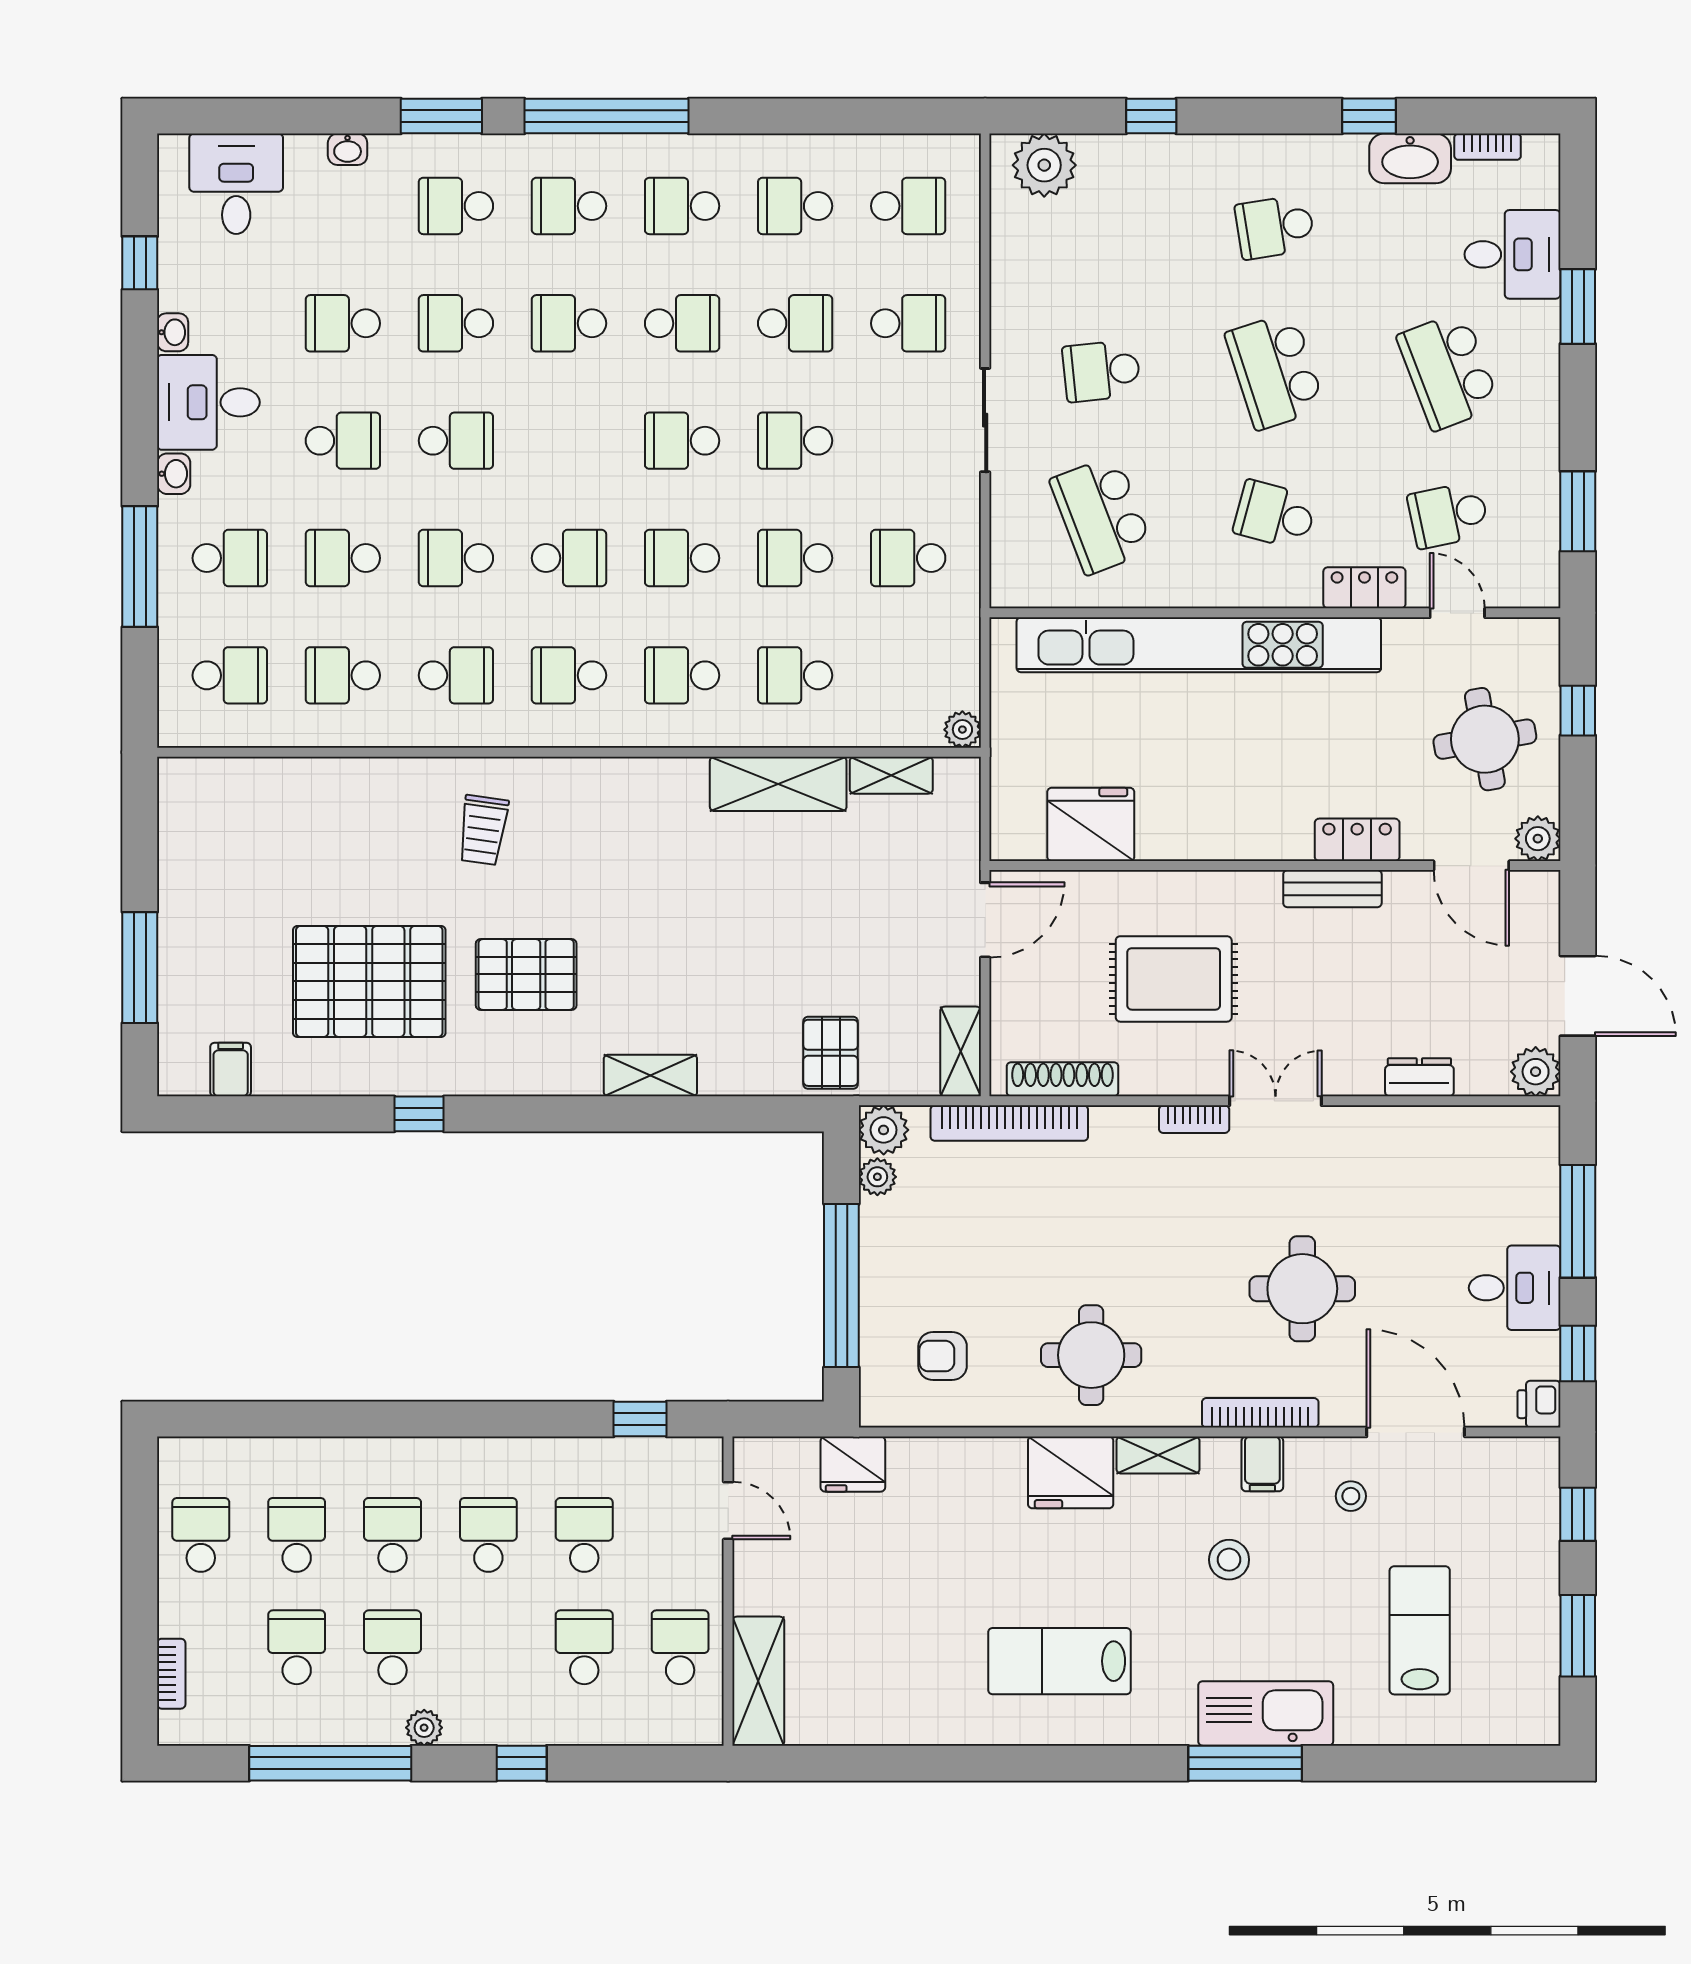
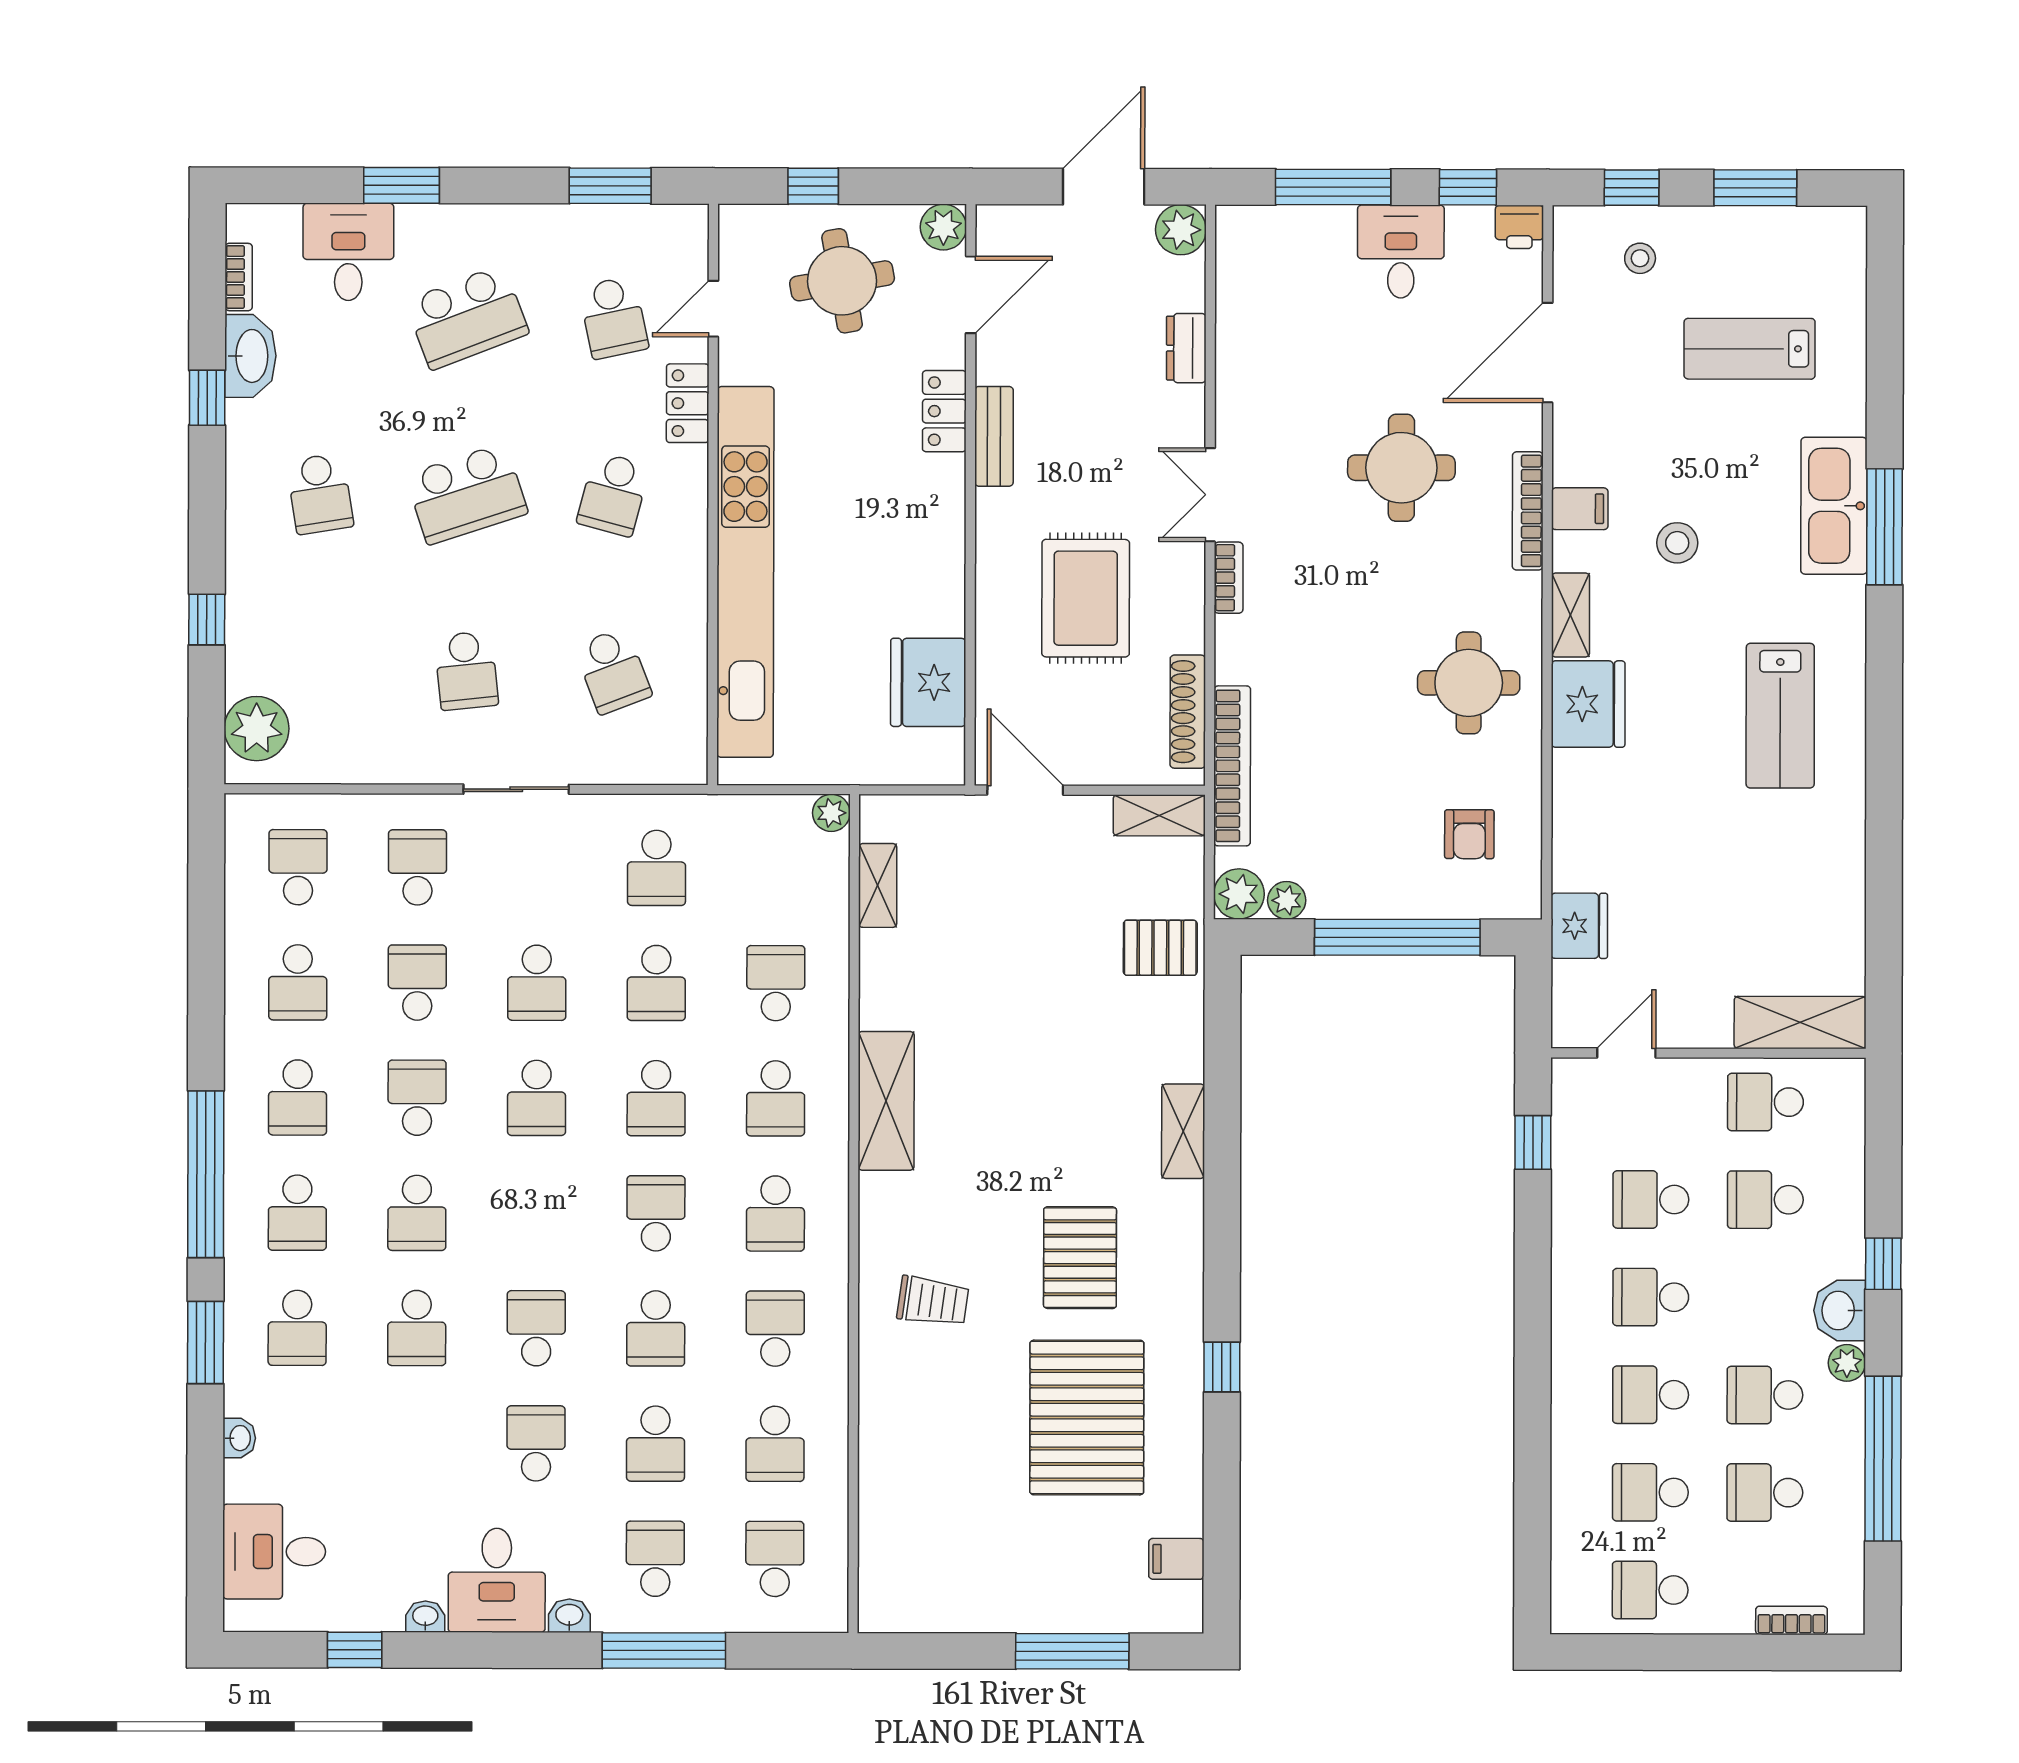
school desk: (343, 323) -> (416, 1443), removed
school desk: (1101, 515) -> (613, 671), width x0.54
school desk: (795, 675) -> (776, 983), turned 180
shelving: (778, 784) -> (886, 1101), moved
stool: (1351, 1496) -> (1640, 258), moved
washbasin: (476, 1721) -> (1840, 1310), added

